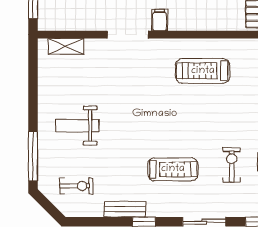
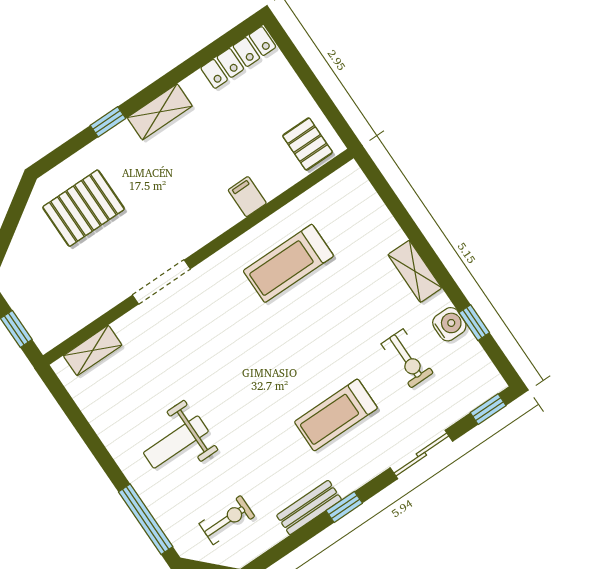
filing cabinet: (160, 20) -> (247, 197), moved
exercise bike: (232, 165) -> (407, 358), turned 180
treadmill: (173, 169) -> (336, 415), turned 180

